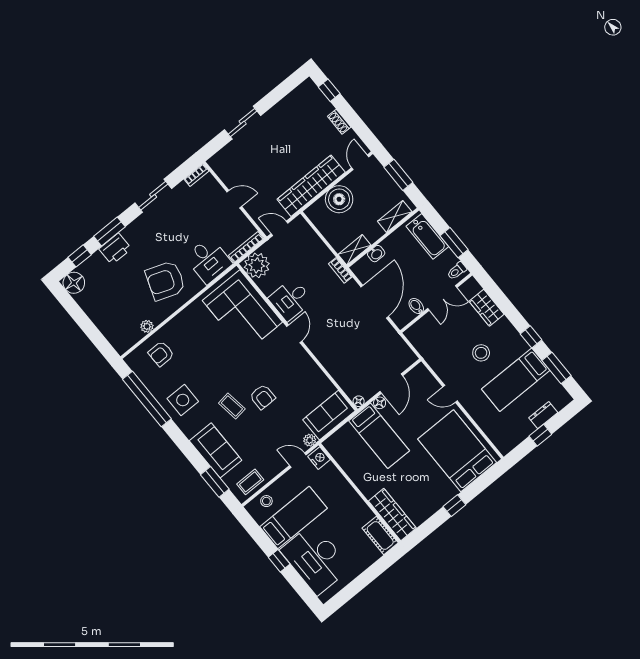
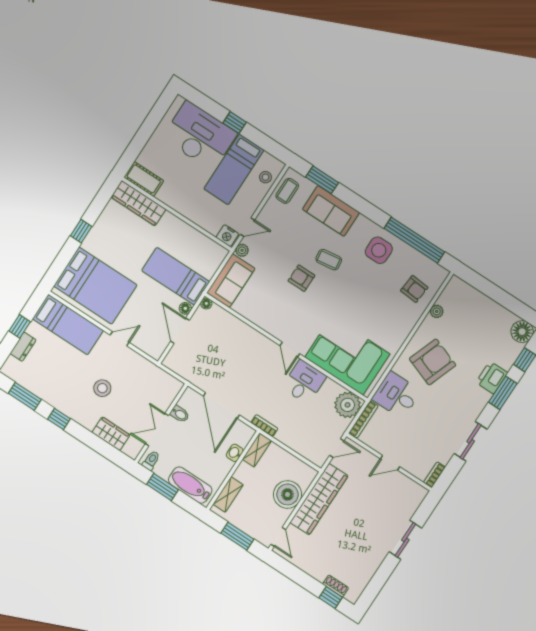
shoe rack: (339, 122) -> (336, 586), moved
armchair: (161, 354) -> (414, 289), turned 95
bed: (516, 380) -> (68, 325), moved, turned 90

